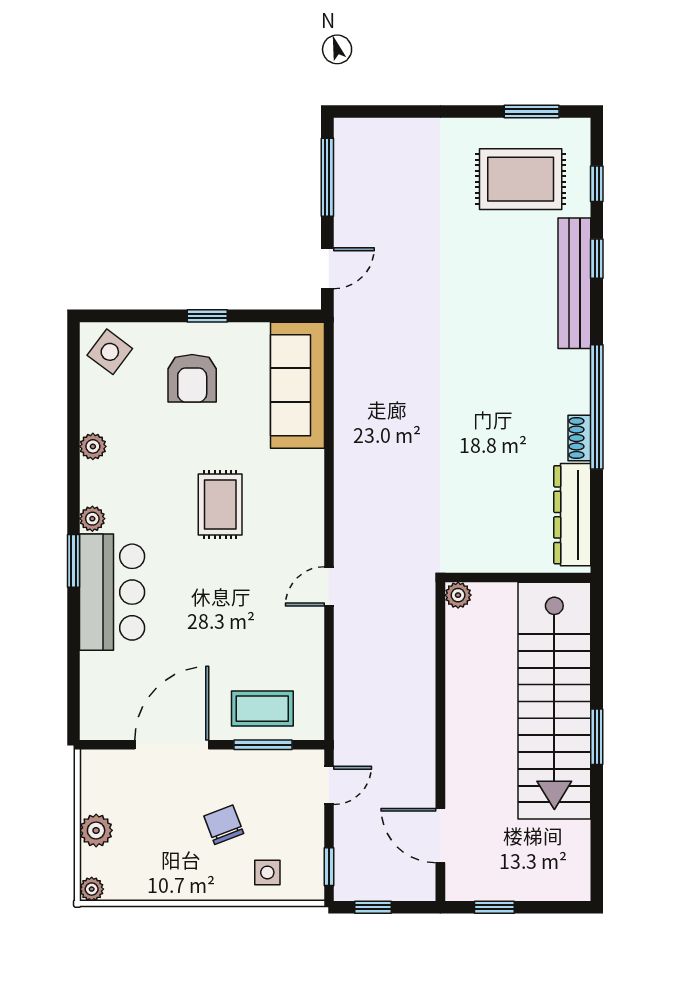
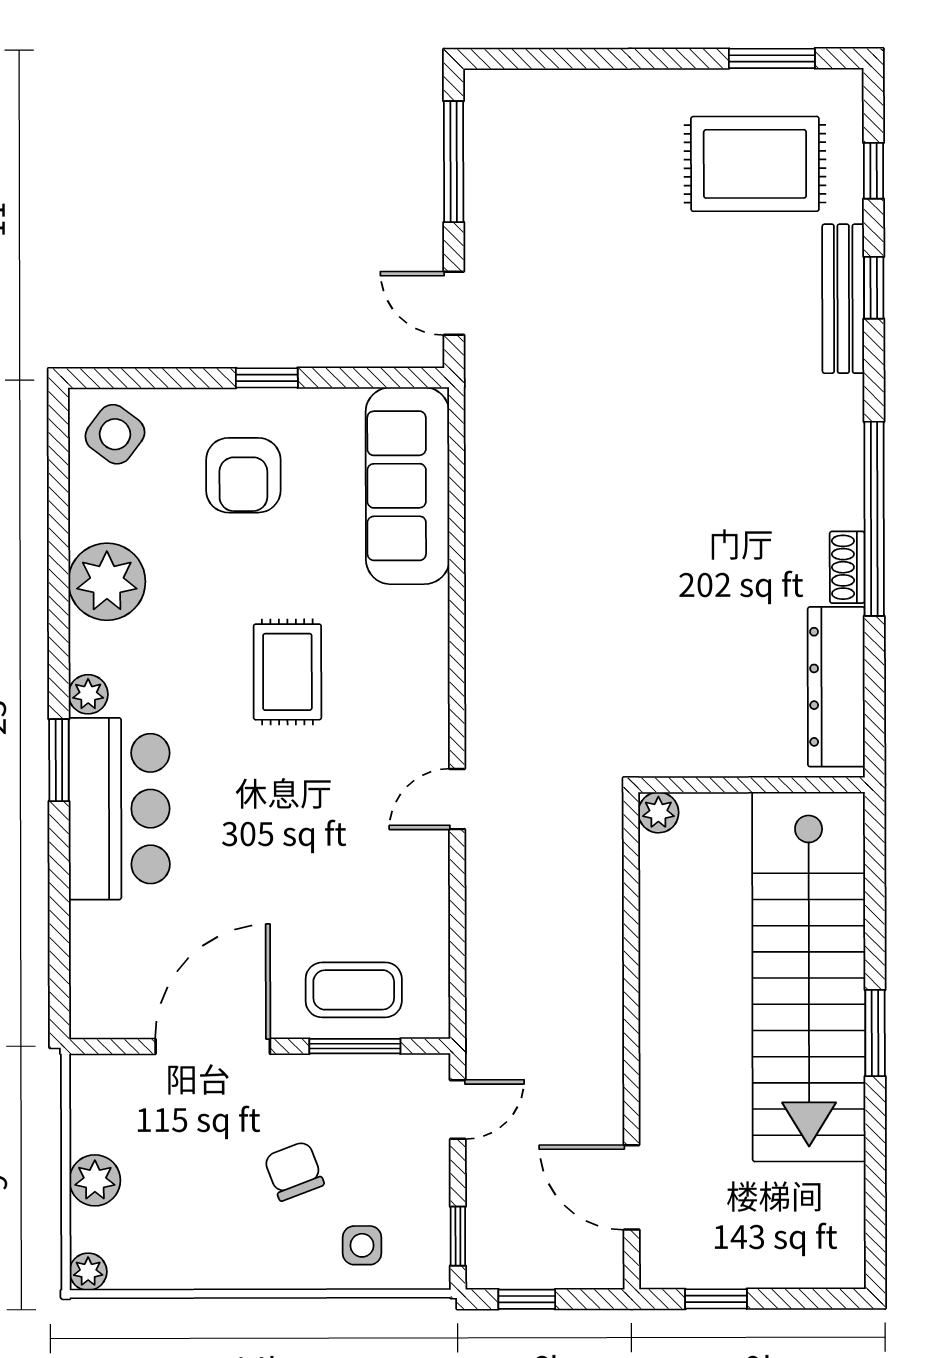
door: (327, 268) -> (454, 303), swing flipped
bench: (574, 283) -> (843, 299), width x0.73, depth x0.82
plant: (93, 446) -> (107, 582), width x1.88, depth x1.88

